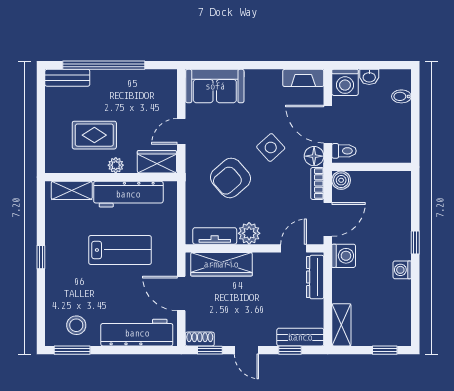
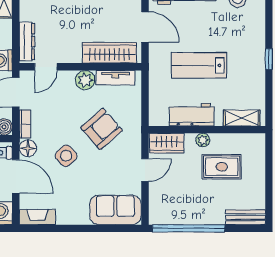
window: (104, 65) -> (189, 228), moved
workbench: (128, 194) -> (192, 115), width x0.73

